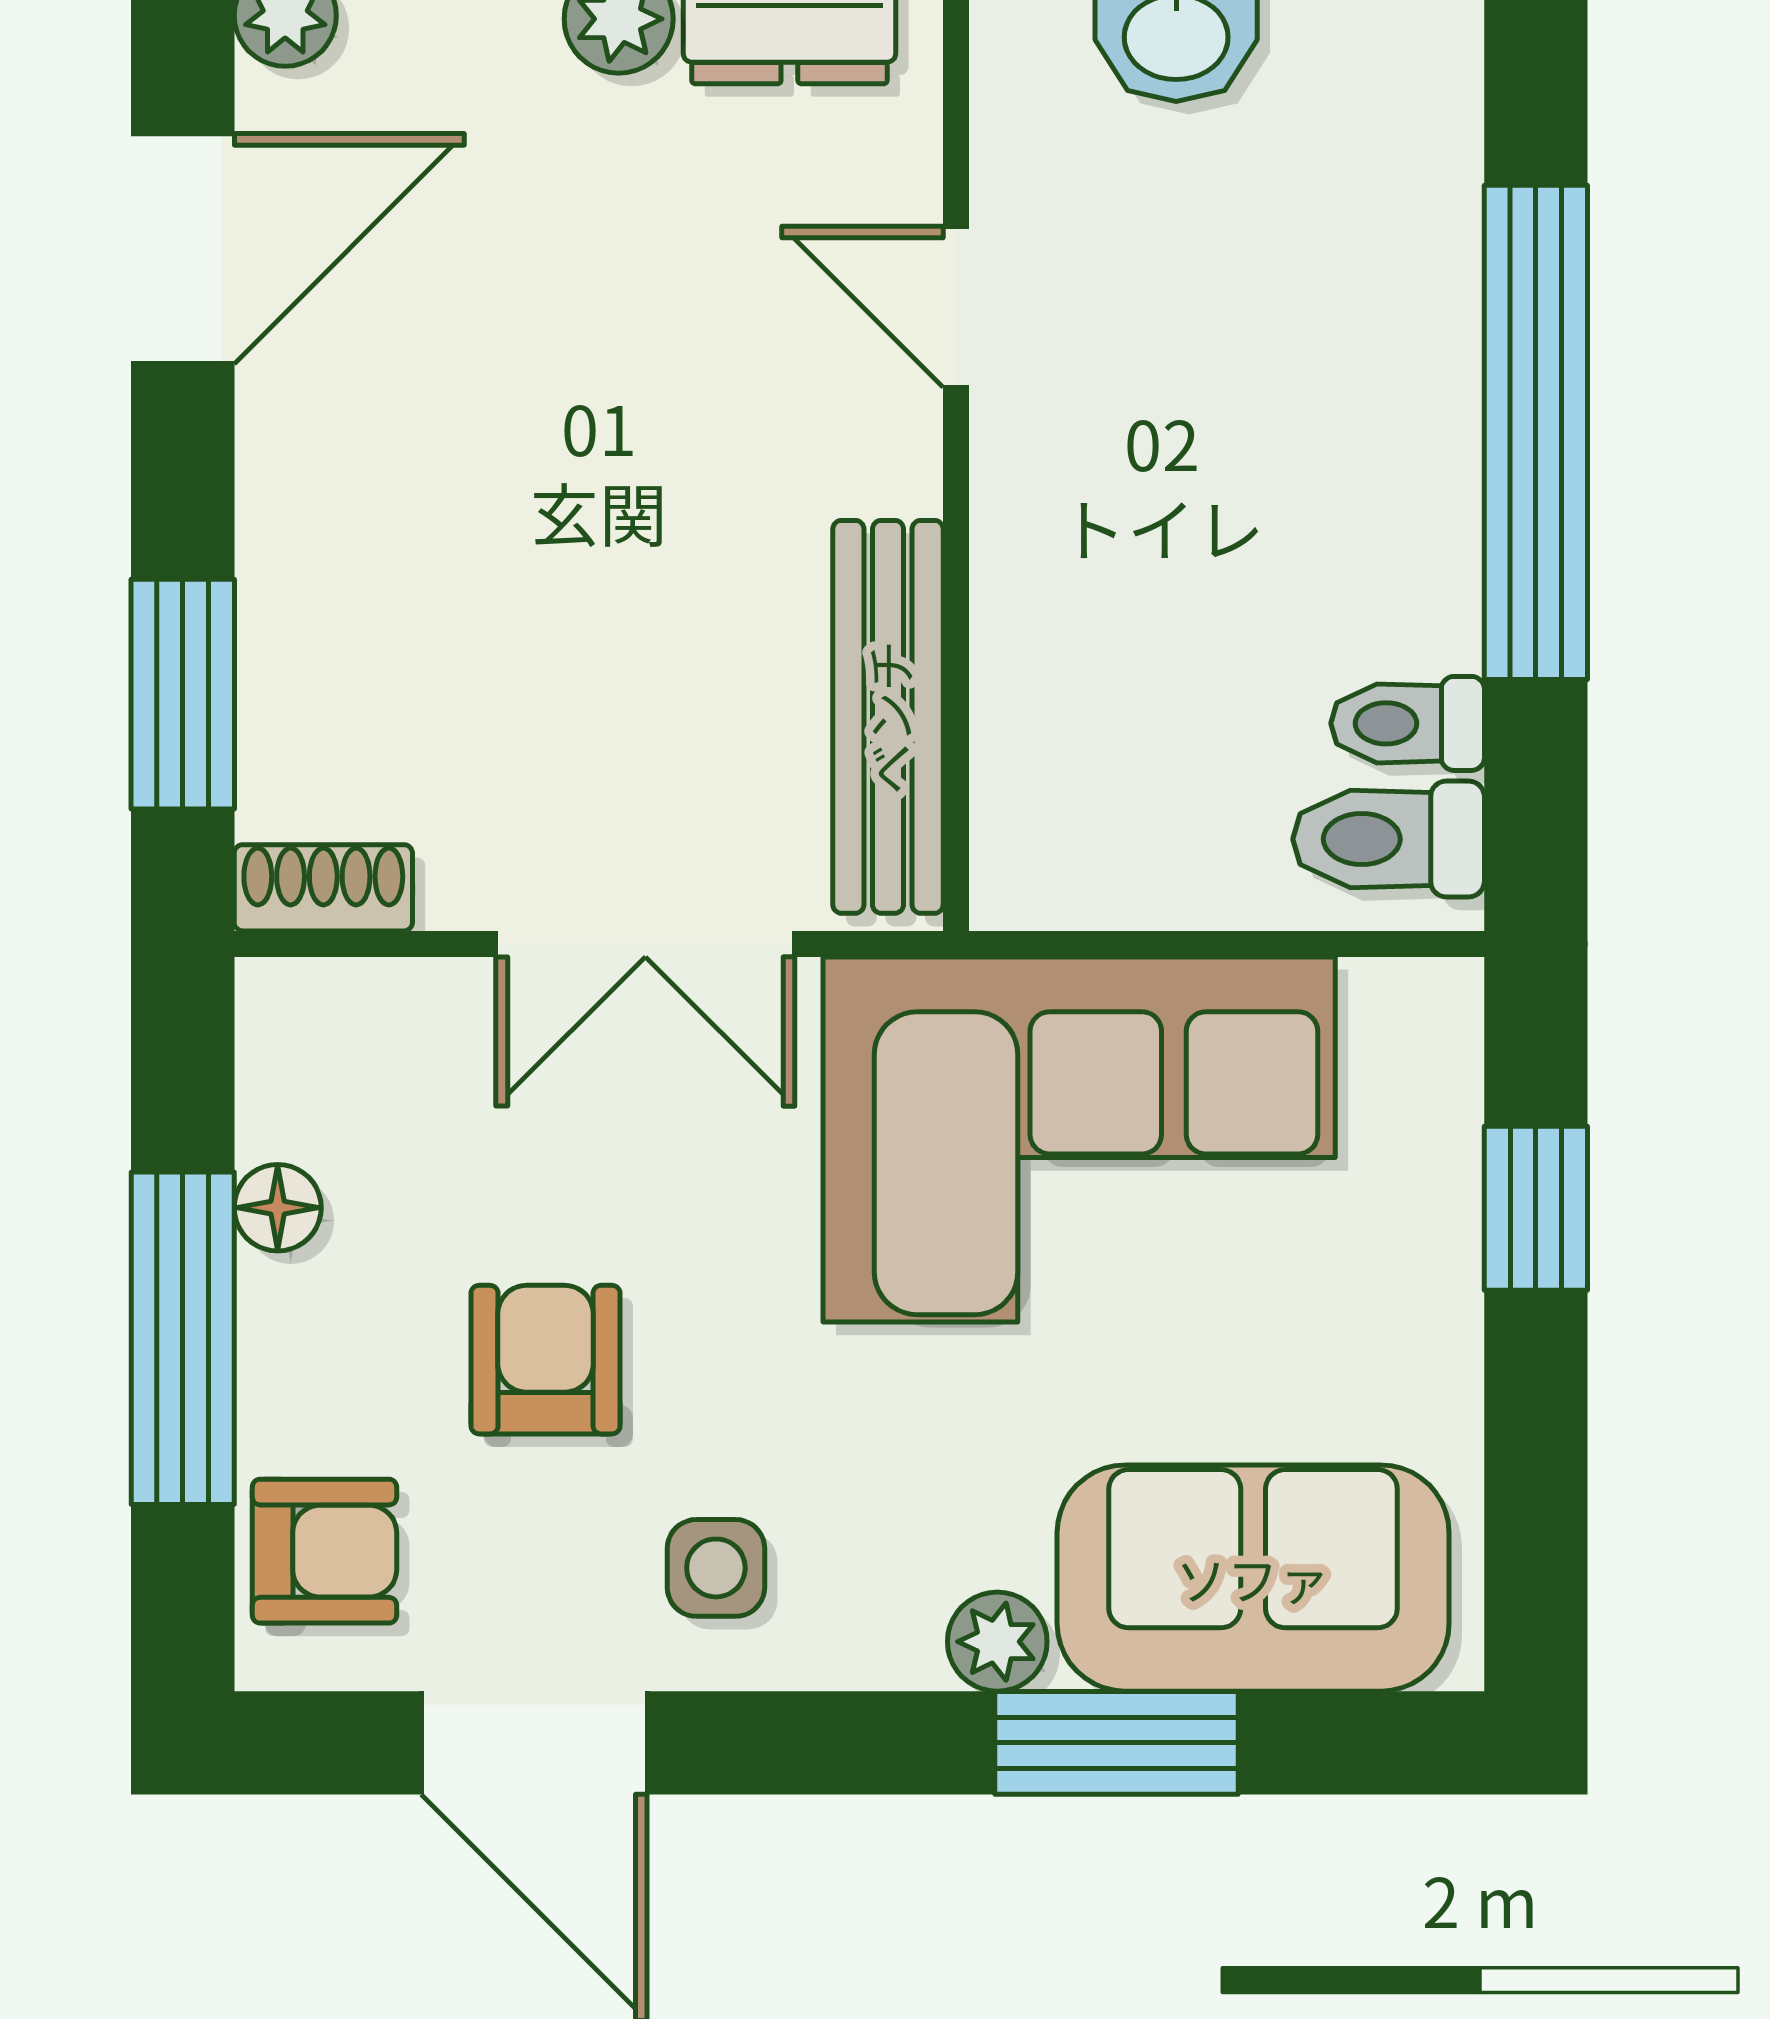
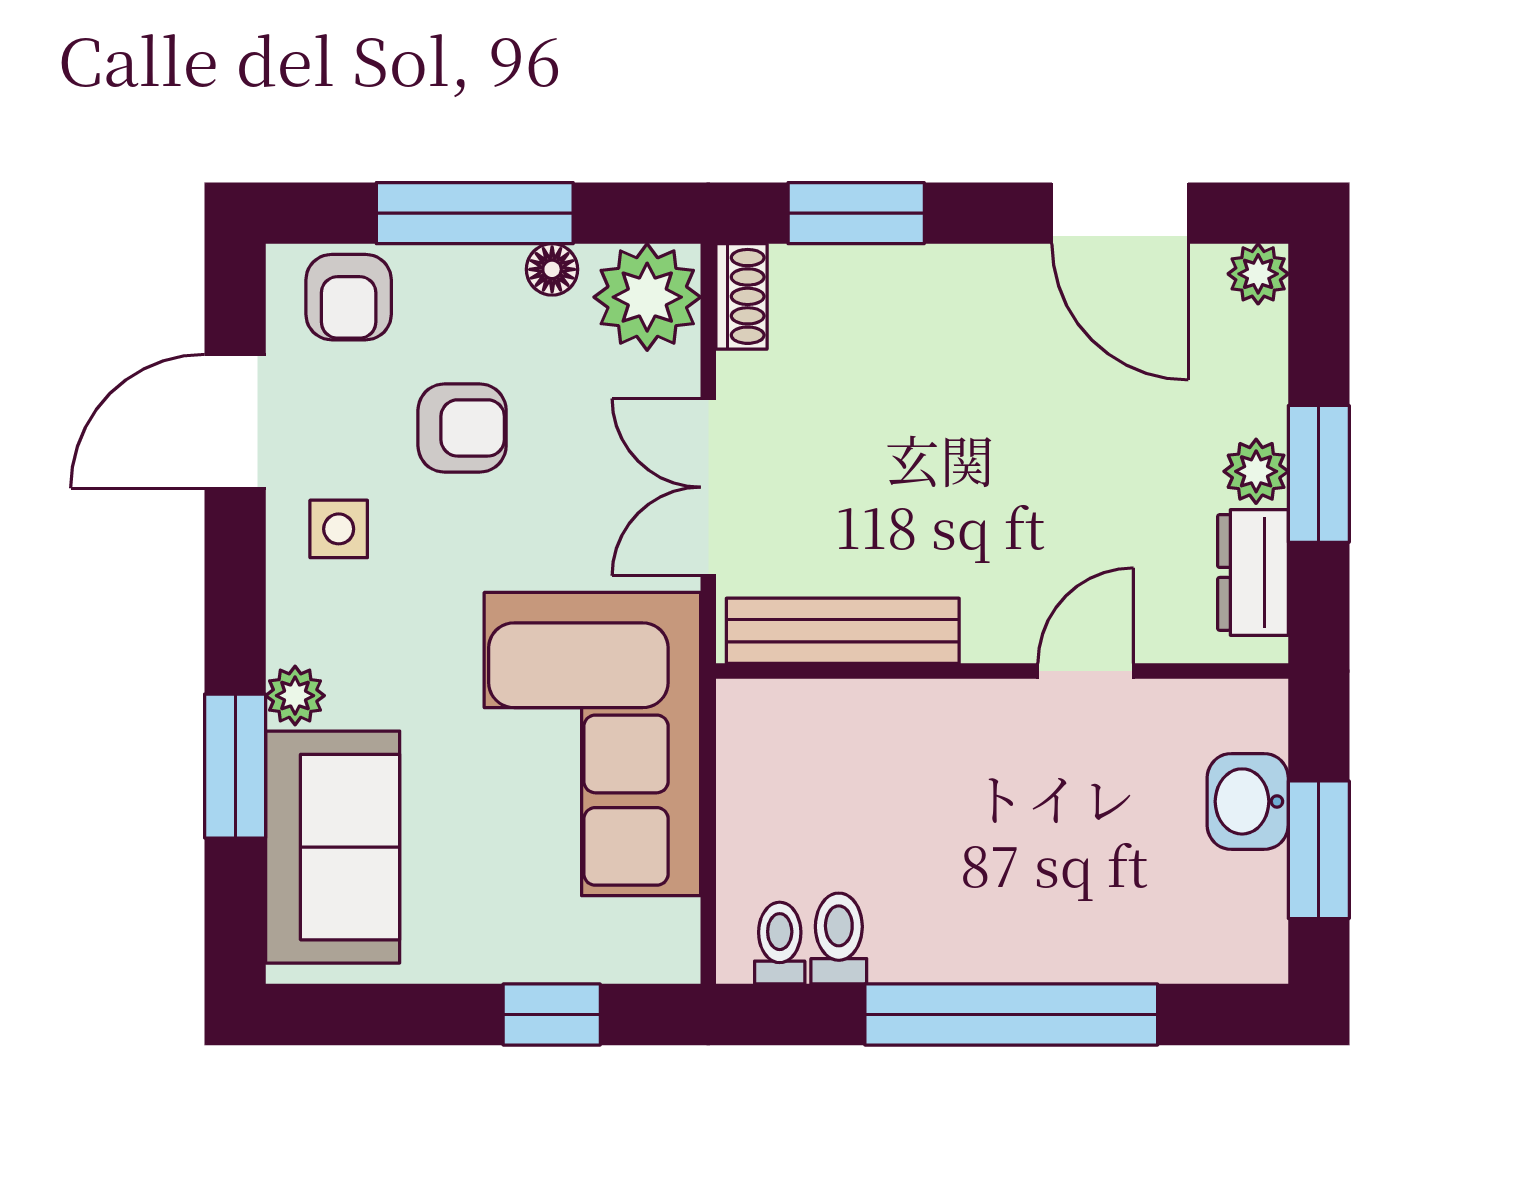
toilet: (1389, 839) -> (780, 943), width x0.73, depth x0.72
plant: (324, 1047) -> (647, 297), added

